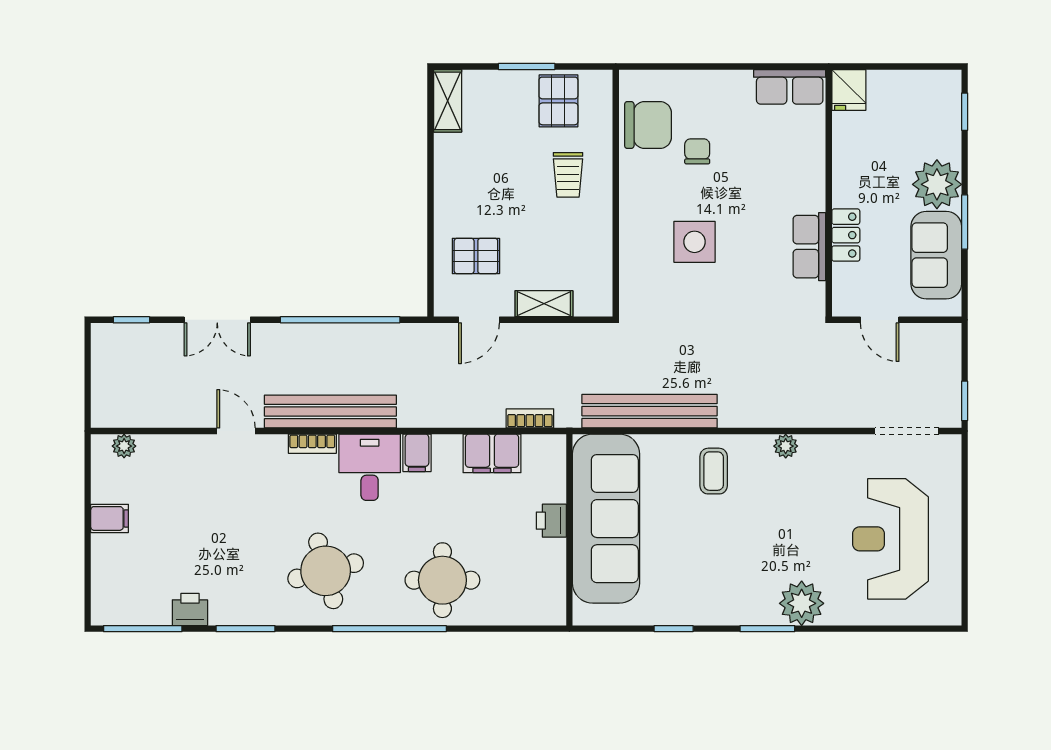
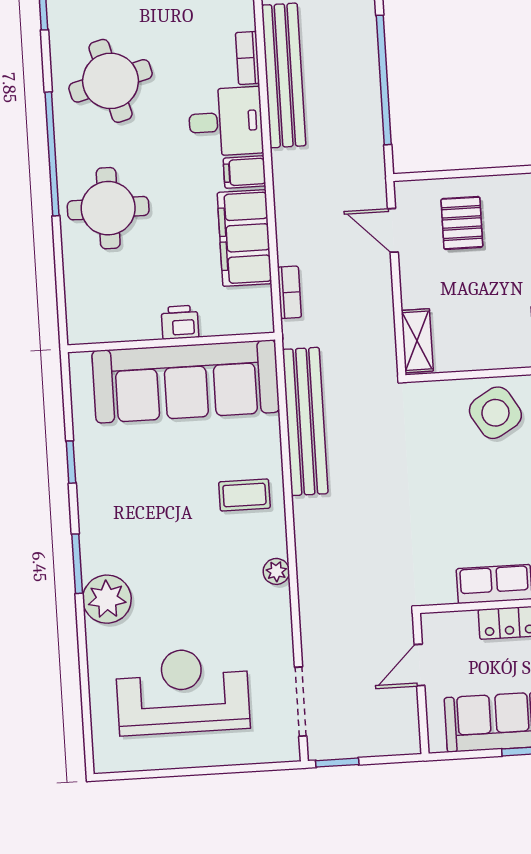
side table: (694, 242) -> (495, 413), moved, turned -31
shelving: (544, 304) -> (417, 341), moved
filing cabinet: (492, 453) -> (244, 238), width x1.50, depth x1.17

